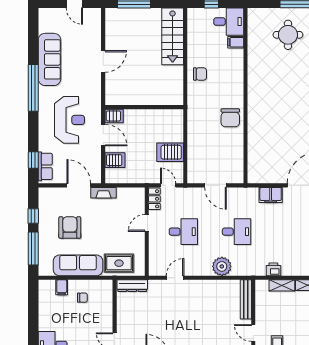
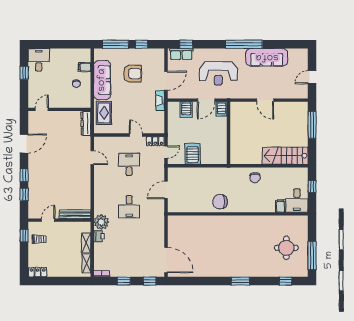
filing cabinet: (271, 195) -> (158, 234), removed
desk: (183, 232) -> (129, 164), turned 180
plant: (222, 266) -> (101, 222), moved

